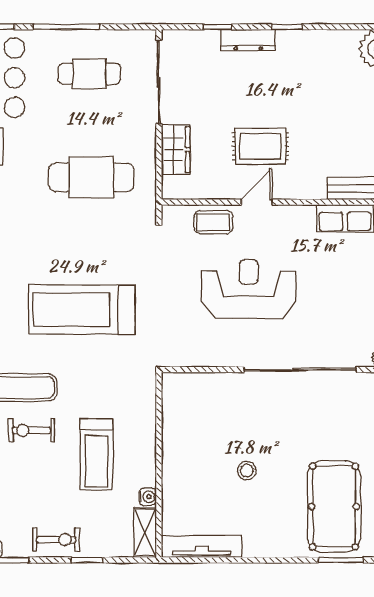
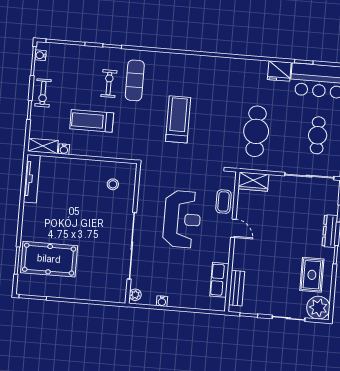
rug: (260, 146) -> (312, 275), moved
wardrobe: (176, 150) -> (253, 182), moved
treadmill: (82, 310) -> (178, 119), width x0.73, depth x0.73
stool: (247, 470) -> (113, 184), moved

